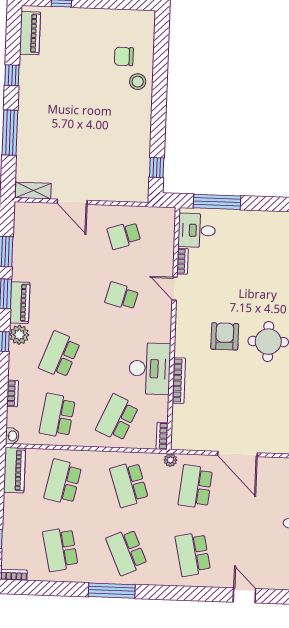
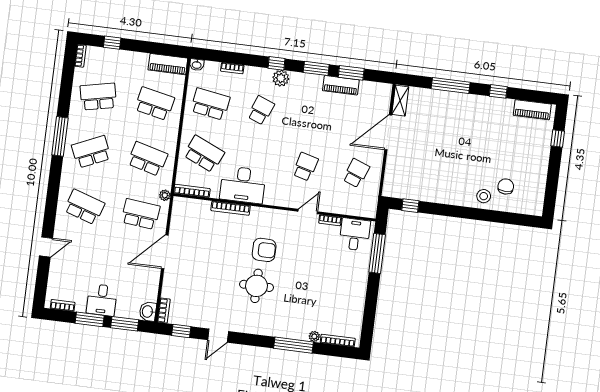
door: (72, 202) -> (388, 132), width x1.36
school desk: (124, 235) -> (356, 173), turned 39
piano: (20, 303) -> (341, 85), moved
school desk: (60, 355) -> (261, 110), width x0.54
bookcase: (162, 436) -> (192, 191), width x1.56
school desk: (129, 484) -> (148, 159), turned 33
school desk: (193, 554) -> (84, 207), turned 30

